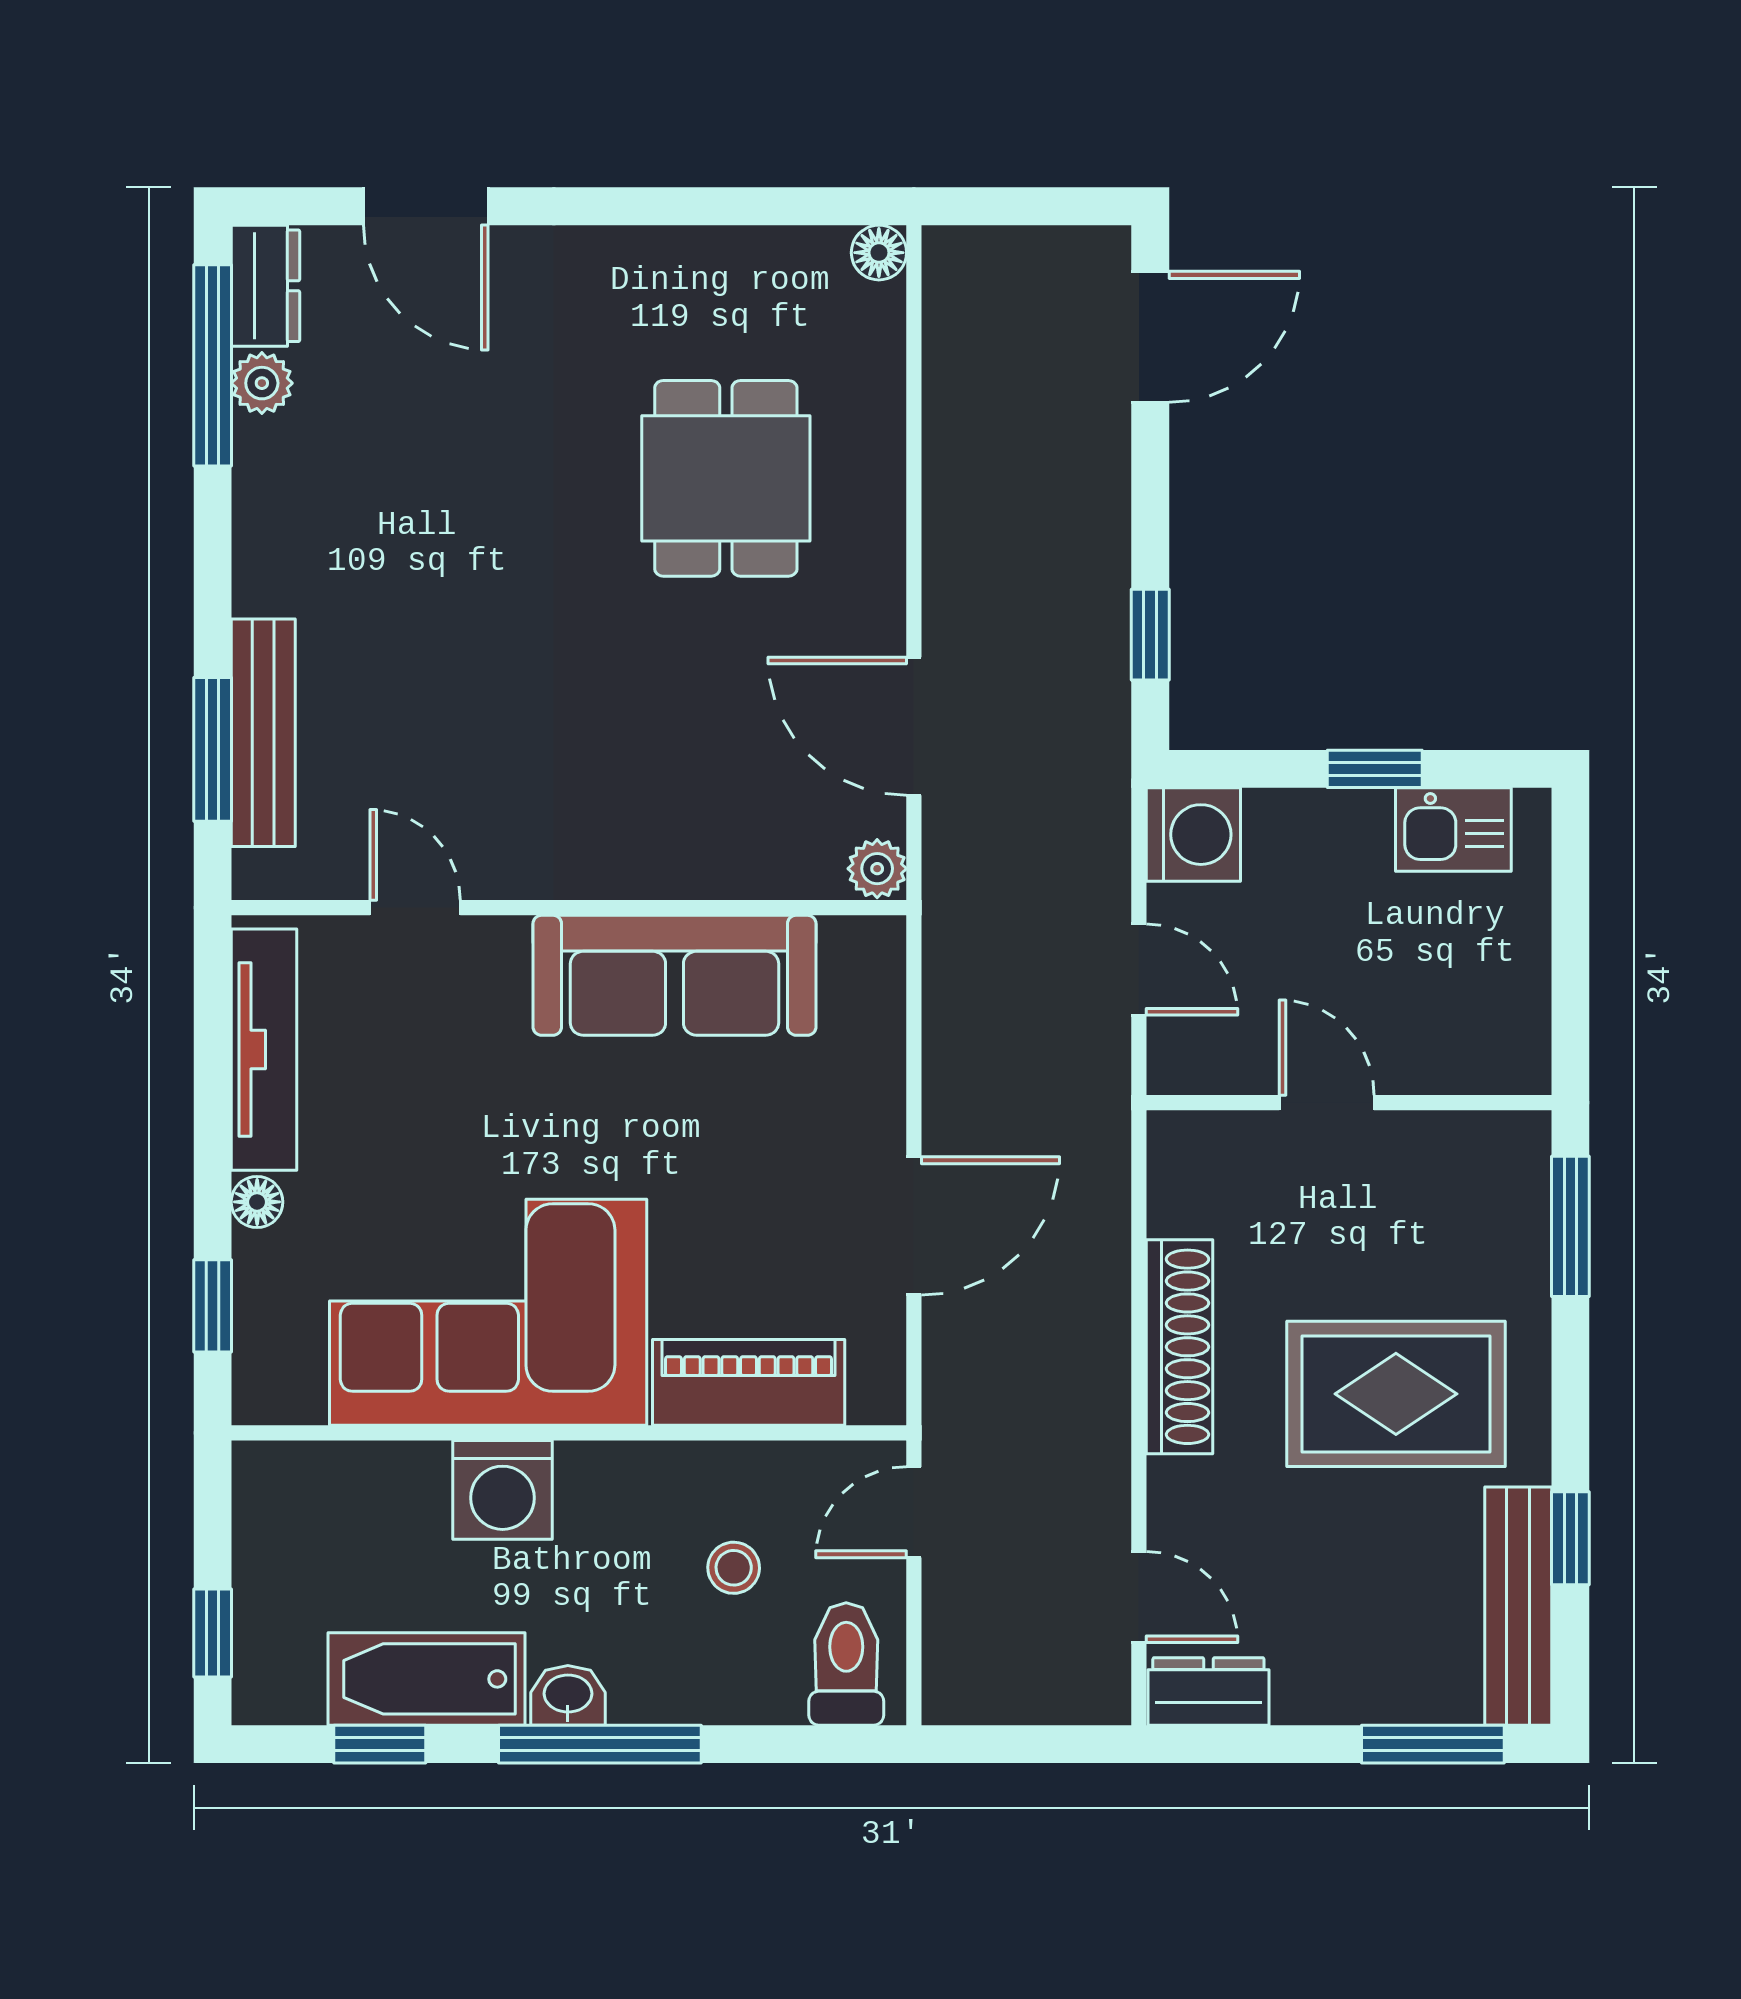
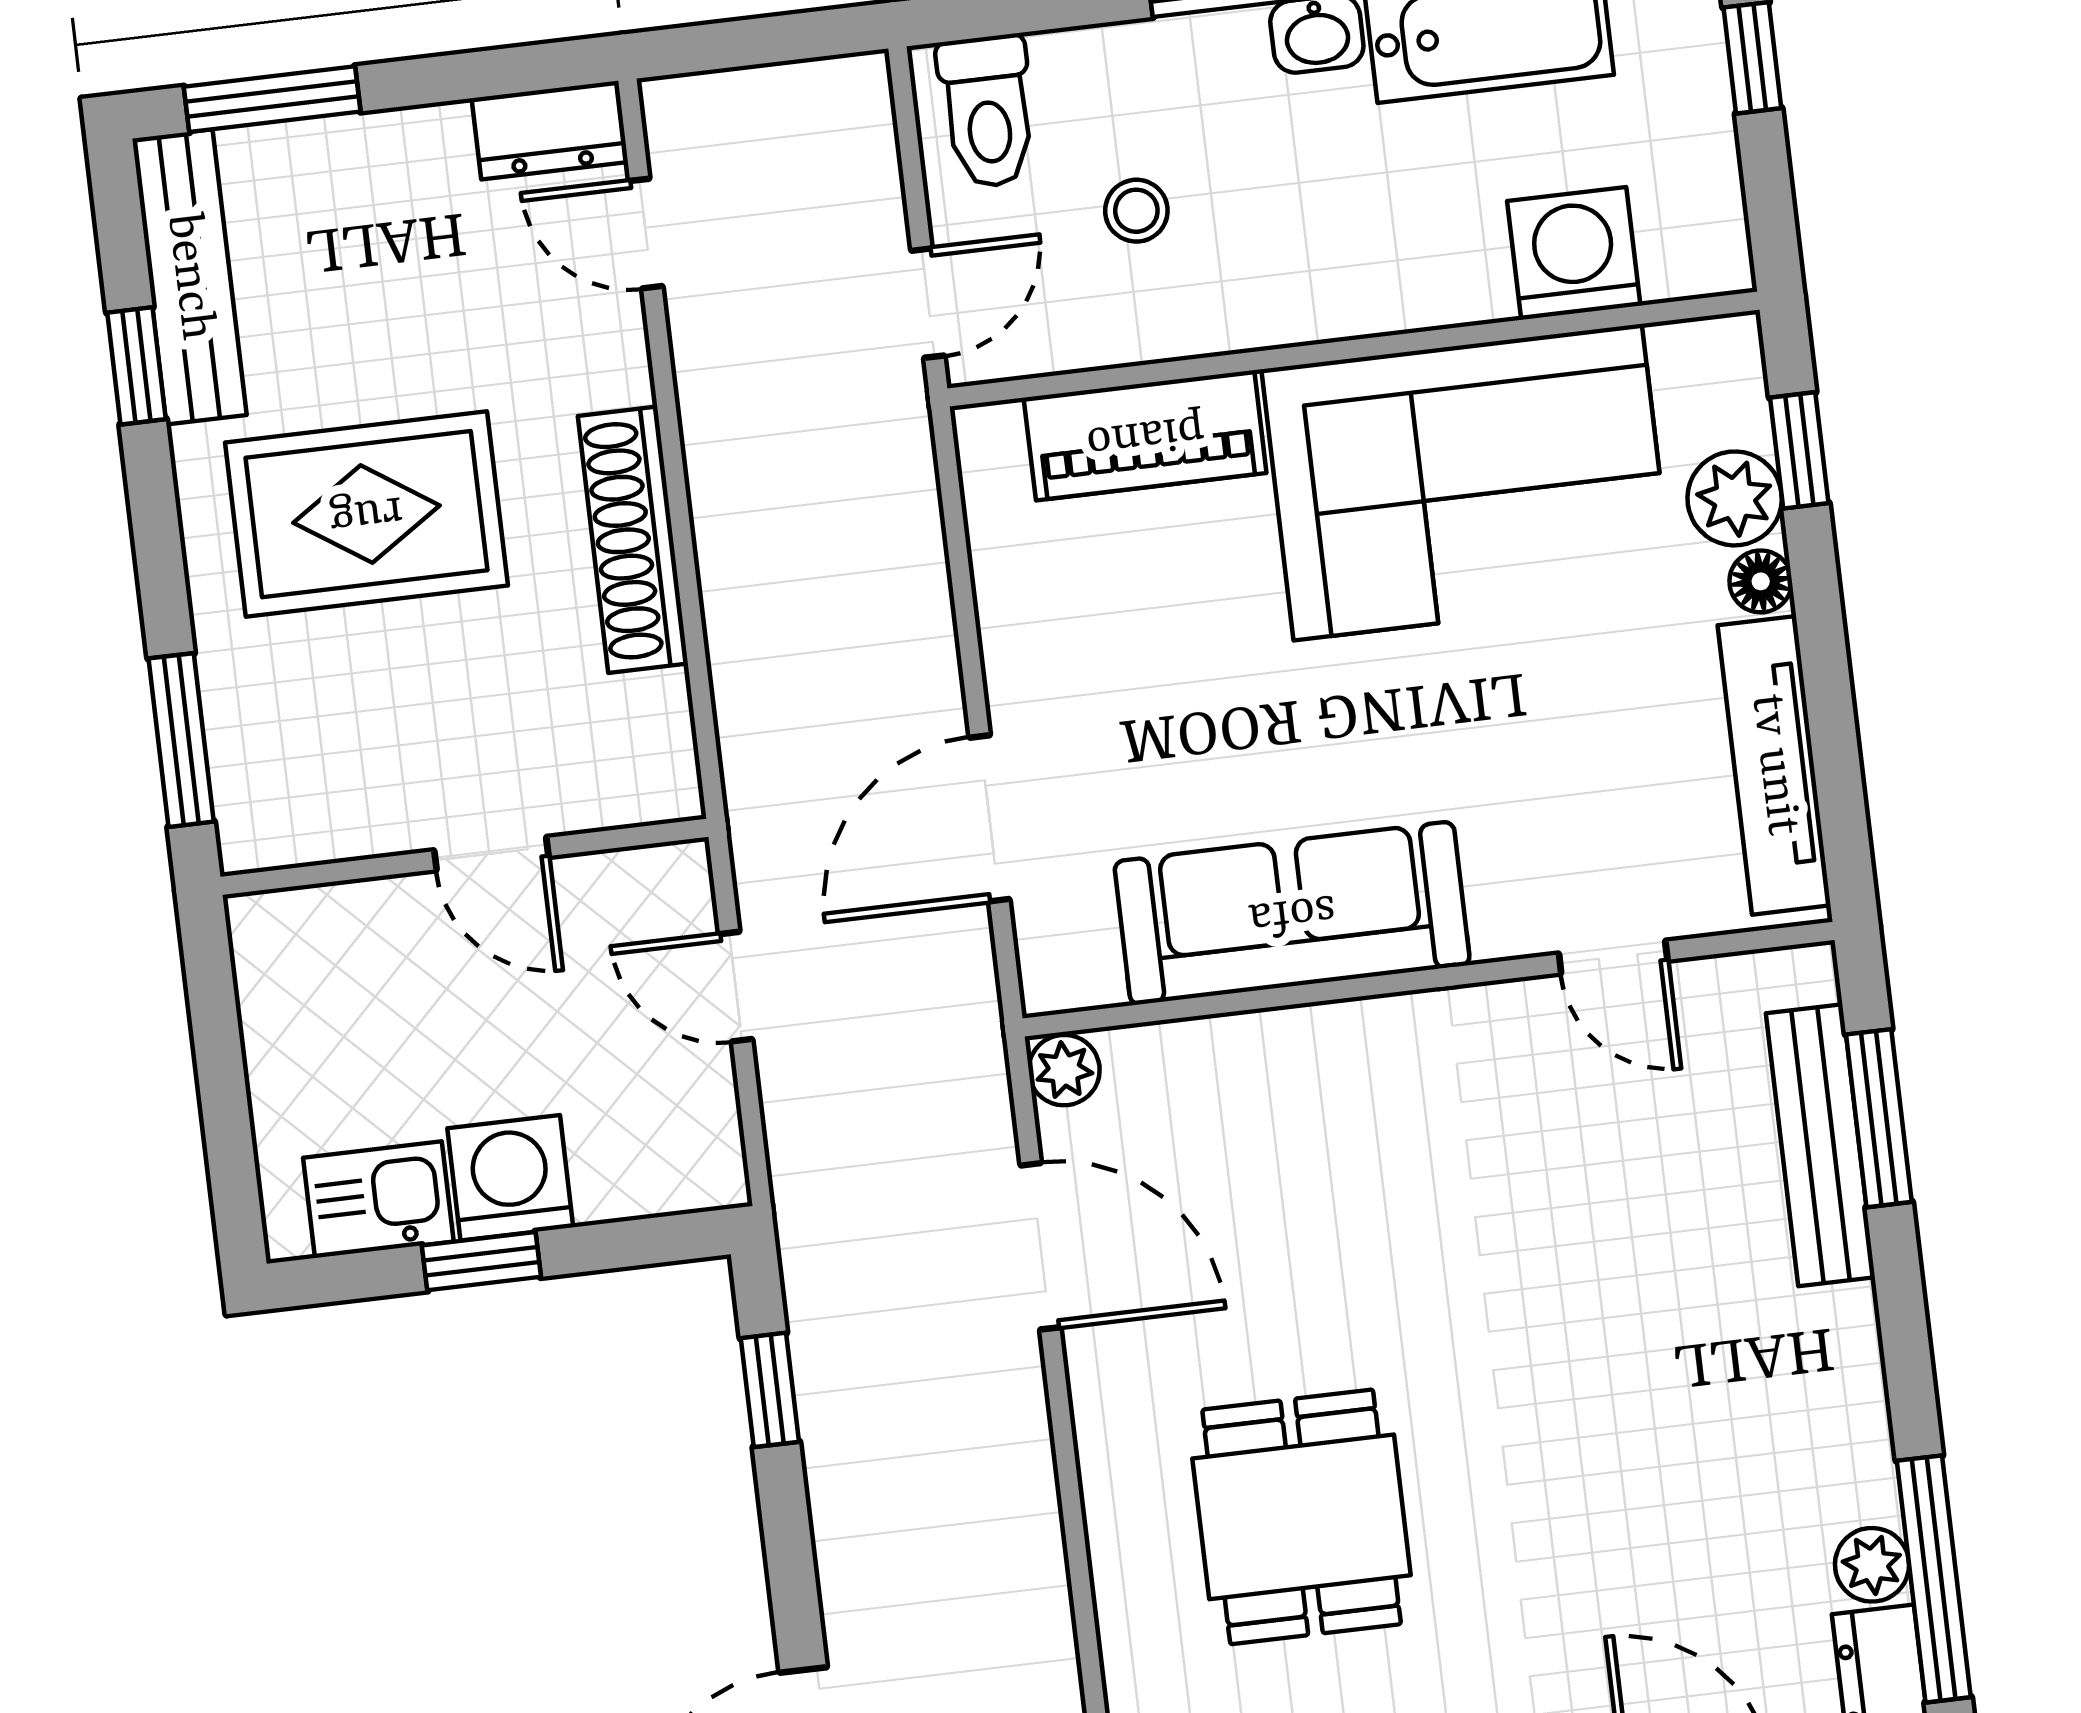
washing machine: (1193, 835) -> (510, 1178), moved, turned 90
door: (914, 1226) -> (989, 818), moved
plant: (270, 1273) -> (1735, 498), added
washing machine: (502, 1490) -> (1574, 253), moved

